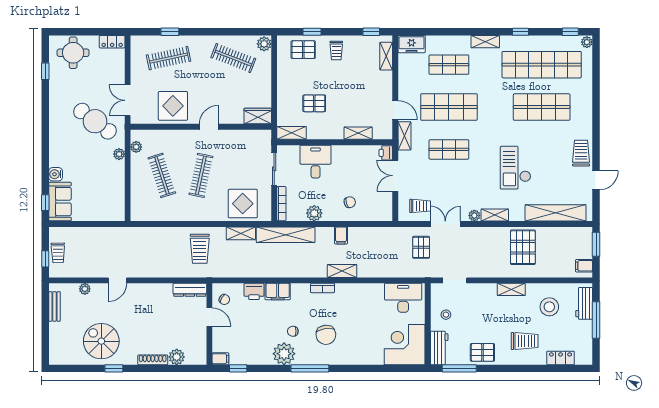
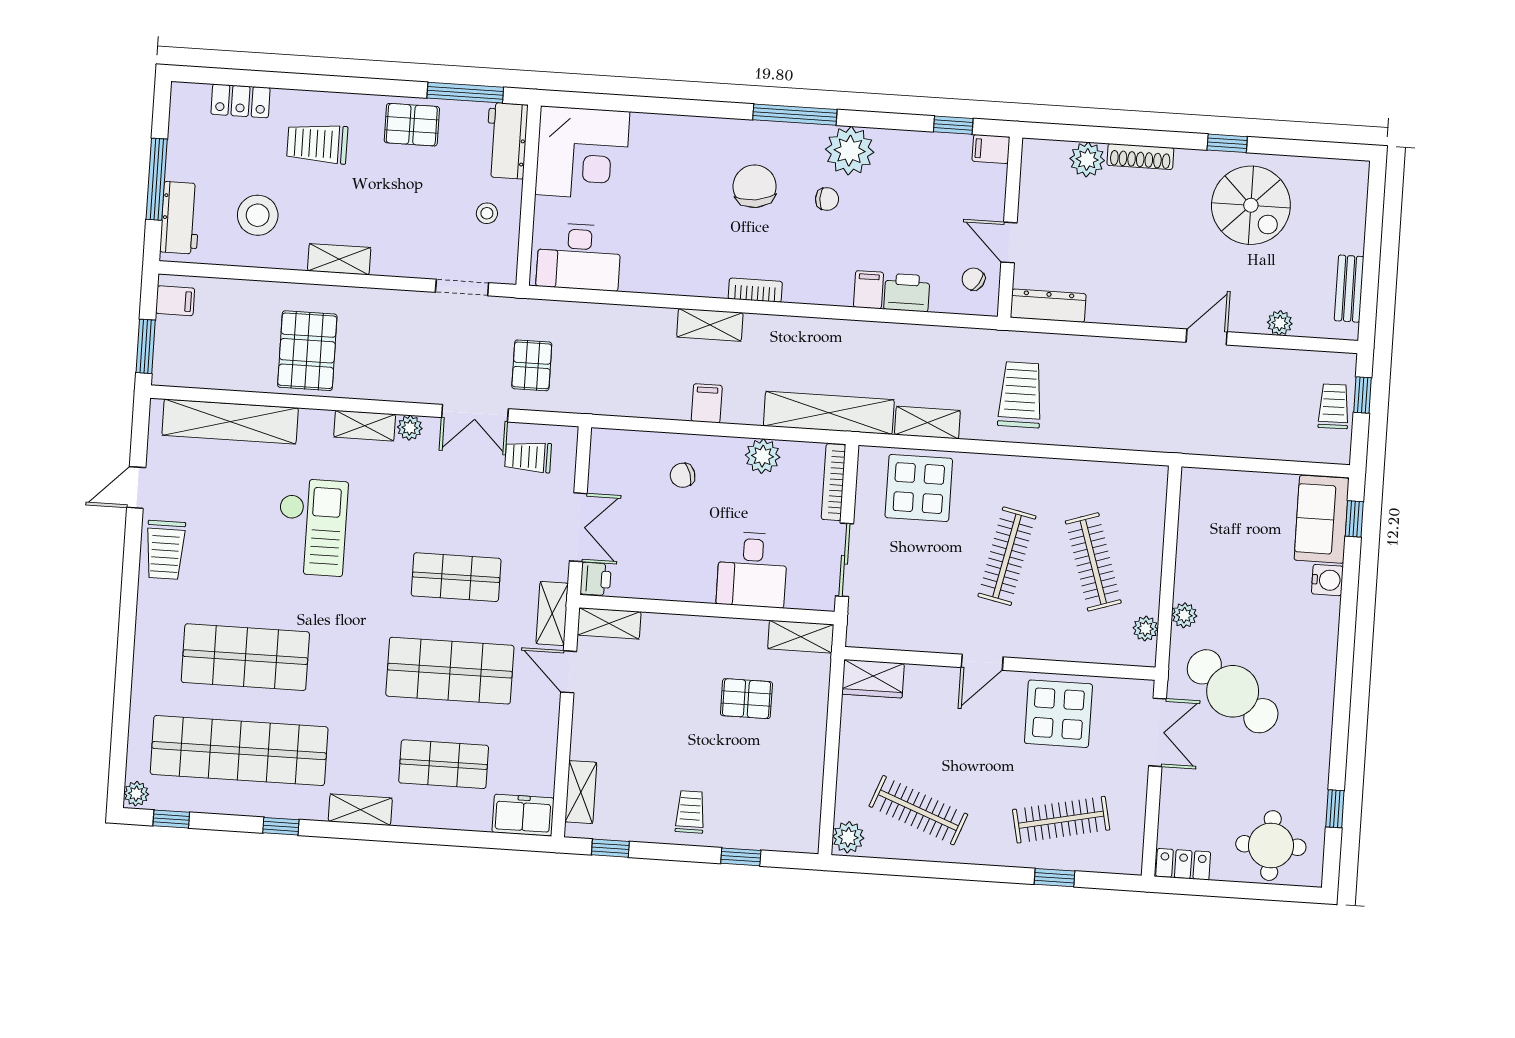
pallet: (303, 50) -> (763, 819), removed
shelving: (358, 133) -> (609, 623), moved
filing cabinet: (278, 292) -> (868, 290), width x0.50

